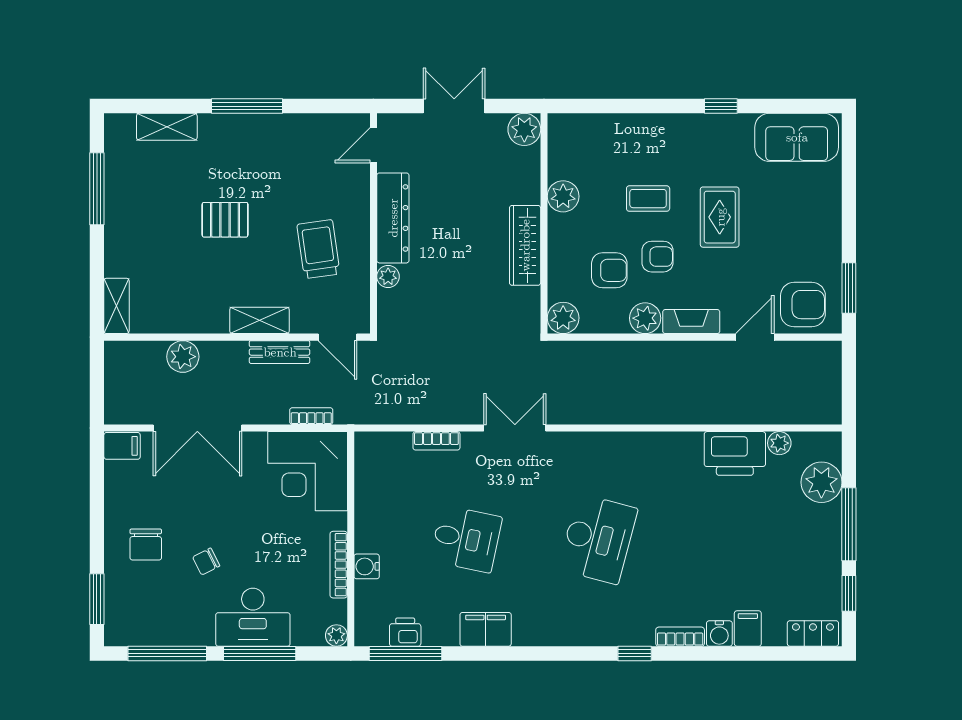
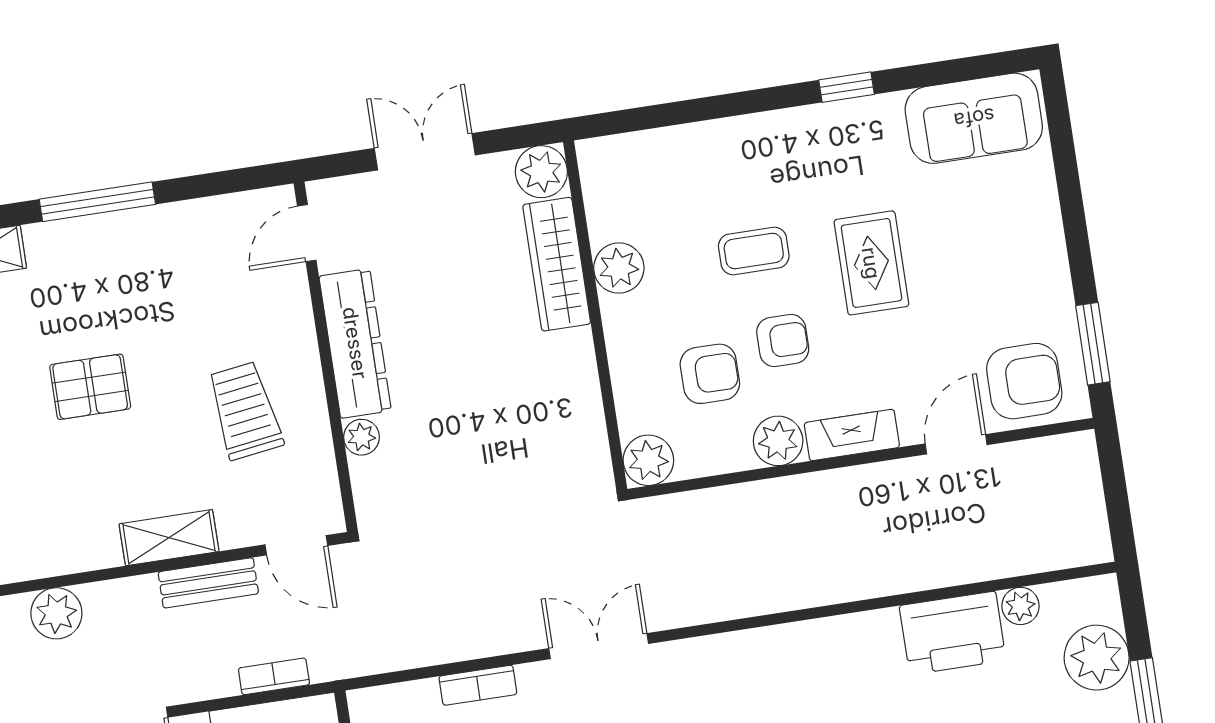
wardrobe: (525, 245) -> (557, 264), moved

